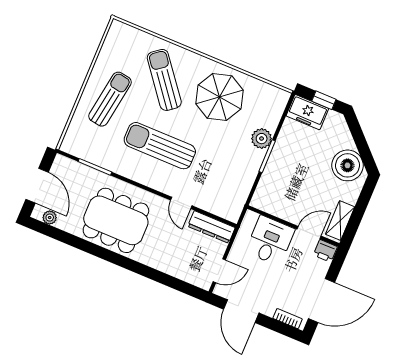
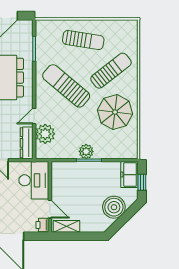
plant: (262, 139) -> (86, 151), moved
sun lounger: (160, 146) -> (66, 86), turned -50
boiler: (347, 165) -> (114, 207), moved
plant: (210, 198) -> (45, 134), added
desk: (270, 241) -> (34, 180), width x1.37

